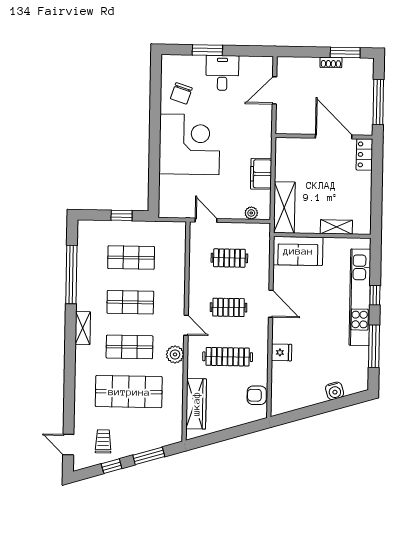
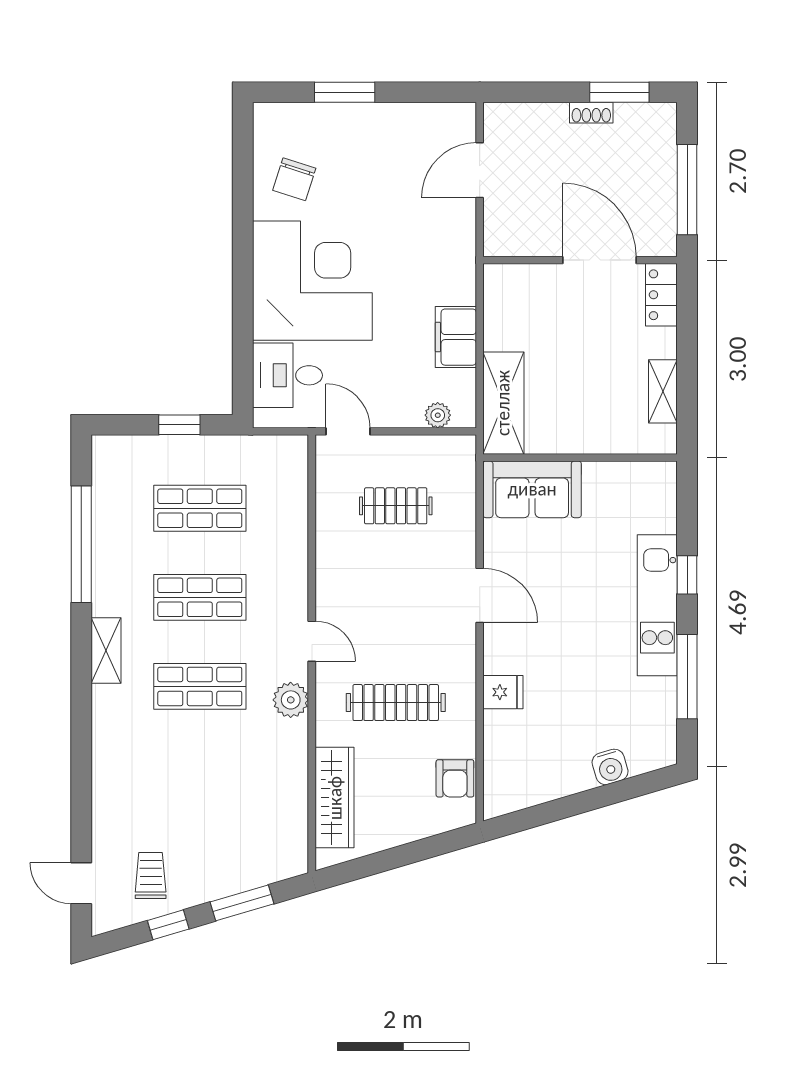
desk: (222, 73) -> (287, 375), moved, turned -90
shelving: (336, 227) -> (663, 391), moved, turned 90
kitchen unit: (360, 297) -> (657, 605), width x0.73
clothes rail: (229, 307) -> (396, 604), removed
shop shelf: (129, 392) -> (200, 776), removed
armchair: (257, 395) -> (455, 778), turned -90

